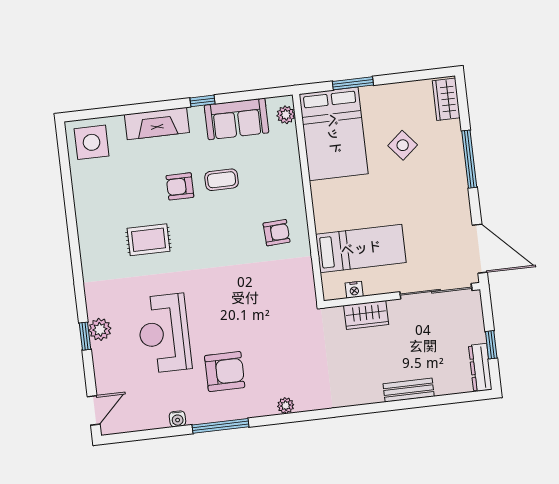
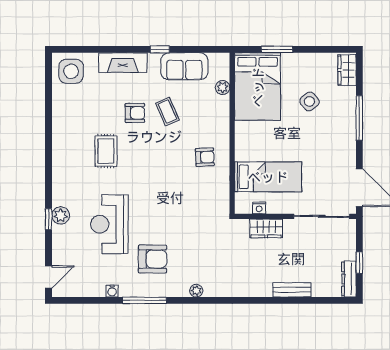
plant: (286, 115) -> (223, 87), moved
coffee table: (222, 180) -> (167, 112), turned 66
armchair: (180, 186) -> (135, 113), turned 180
rug: (149, 240) -> (106, 151), turned 90

